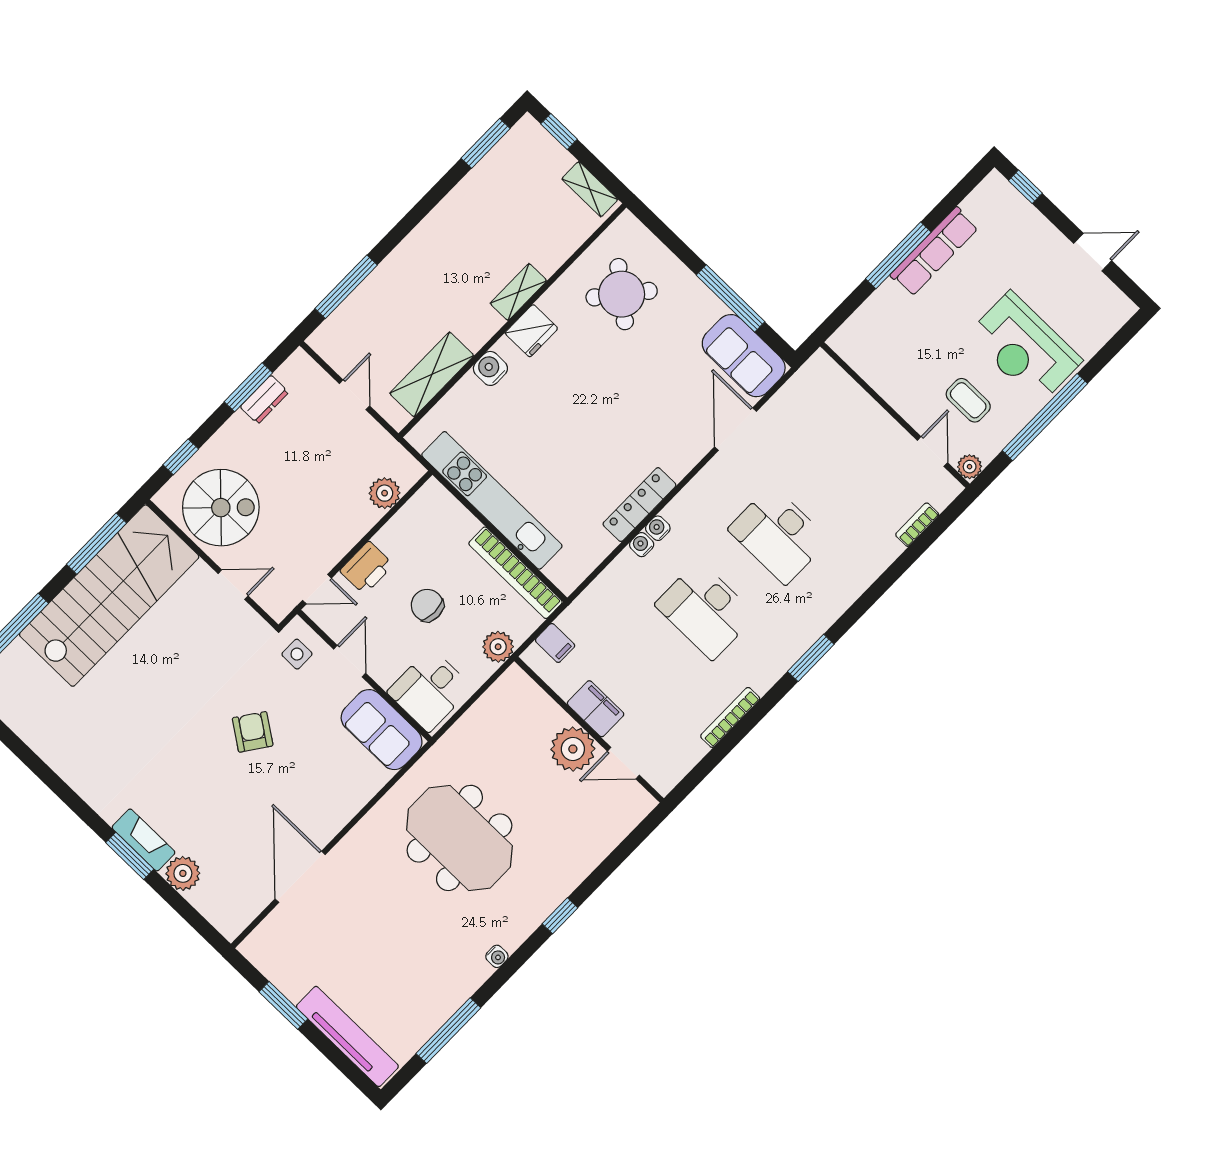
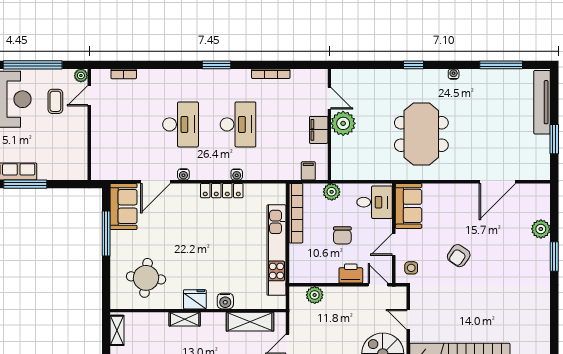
round table: (622, 294) -> (146, 278), turned -33
water cooler: (658, 528) -> (183, 174), moved
fireplace: (144, 840) -> (543, 257), removed

